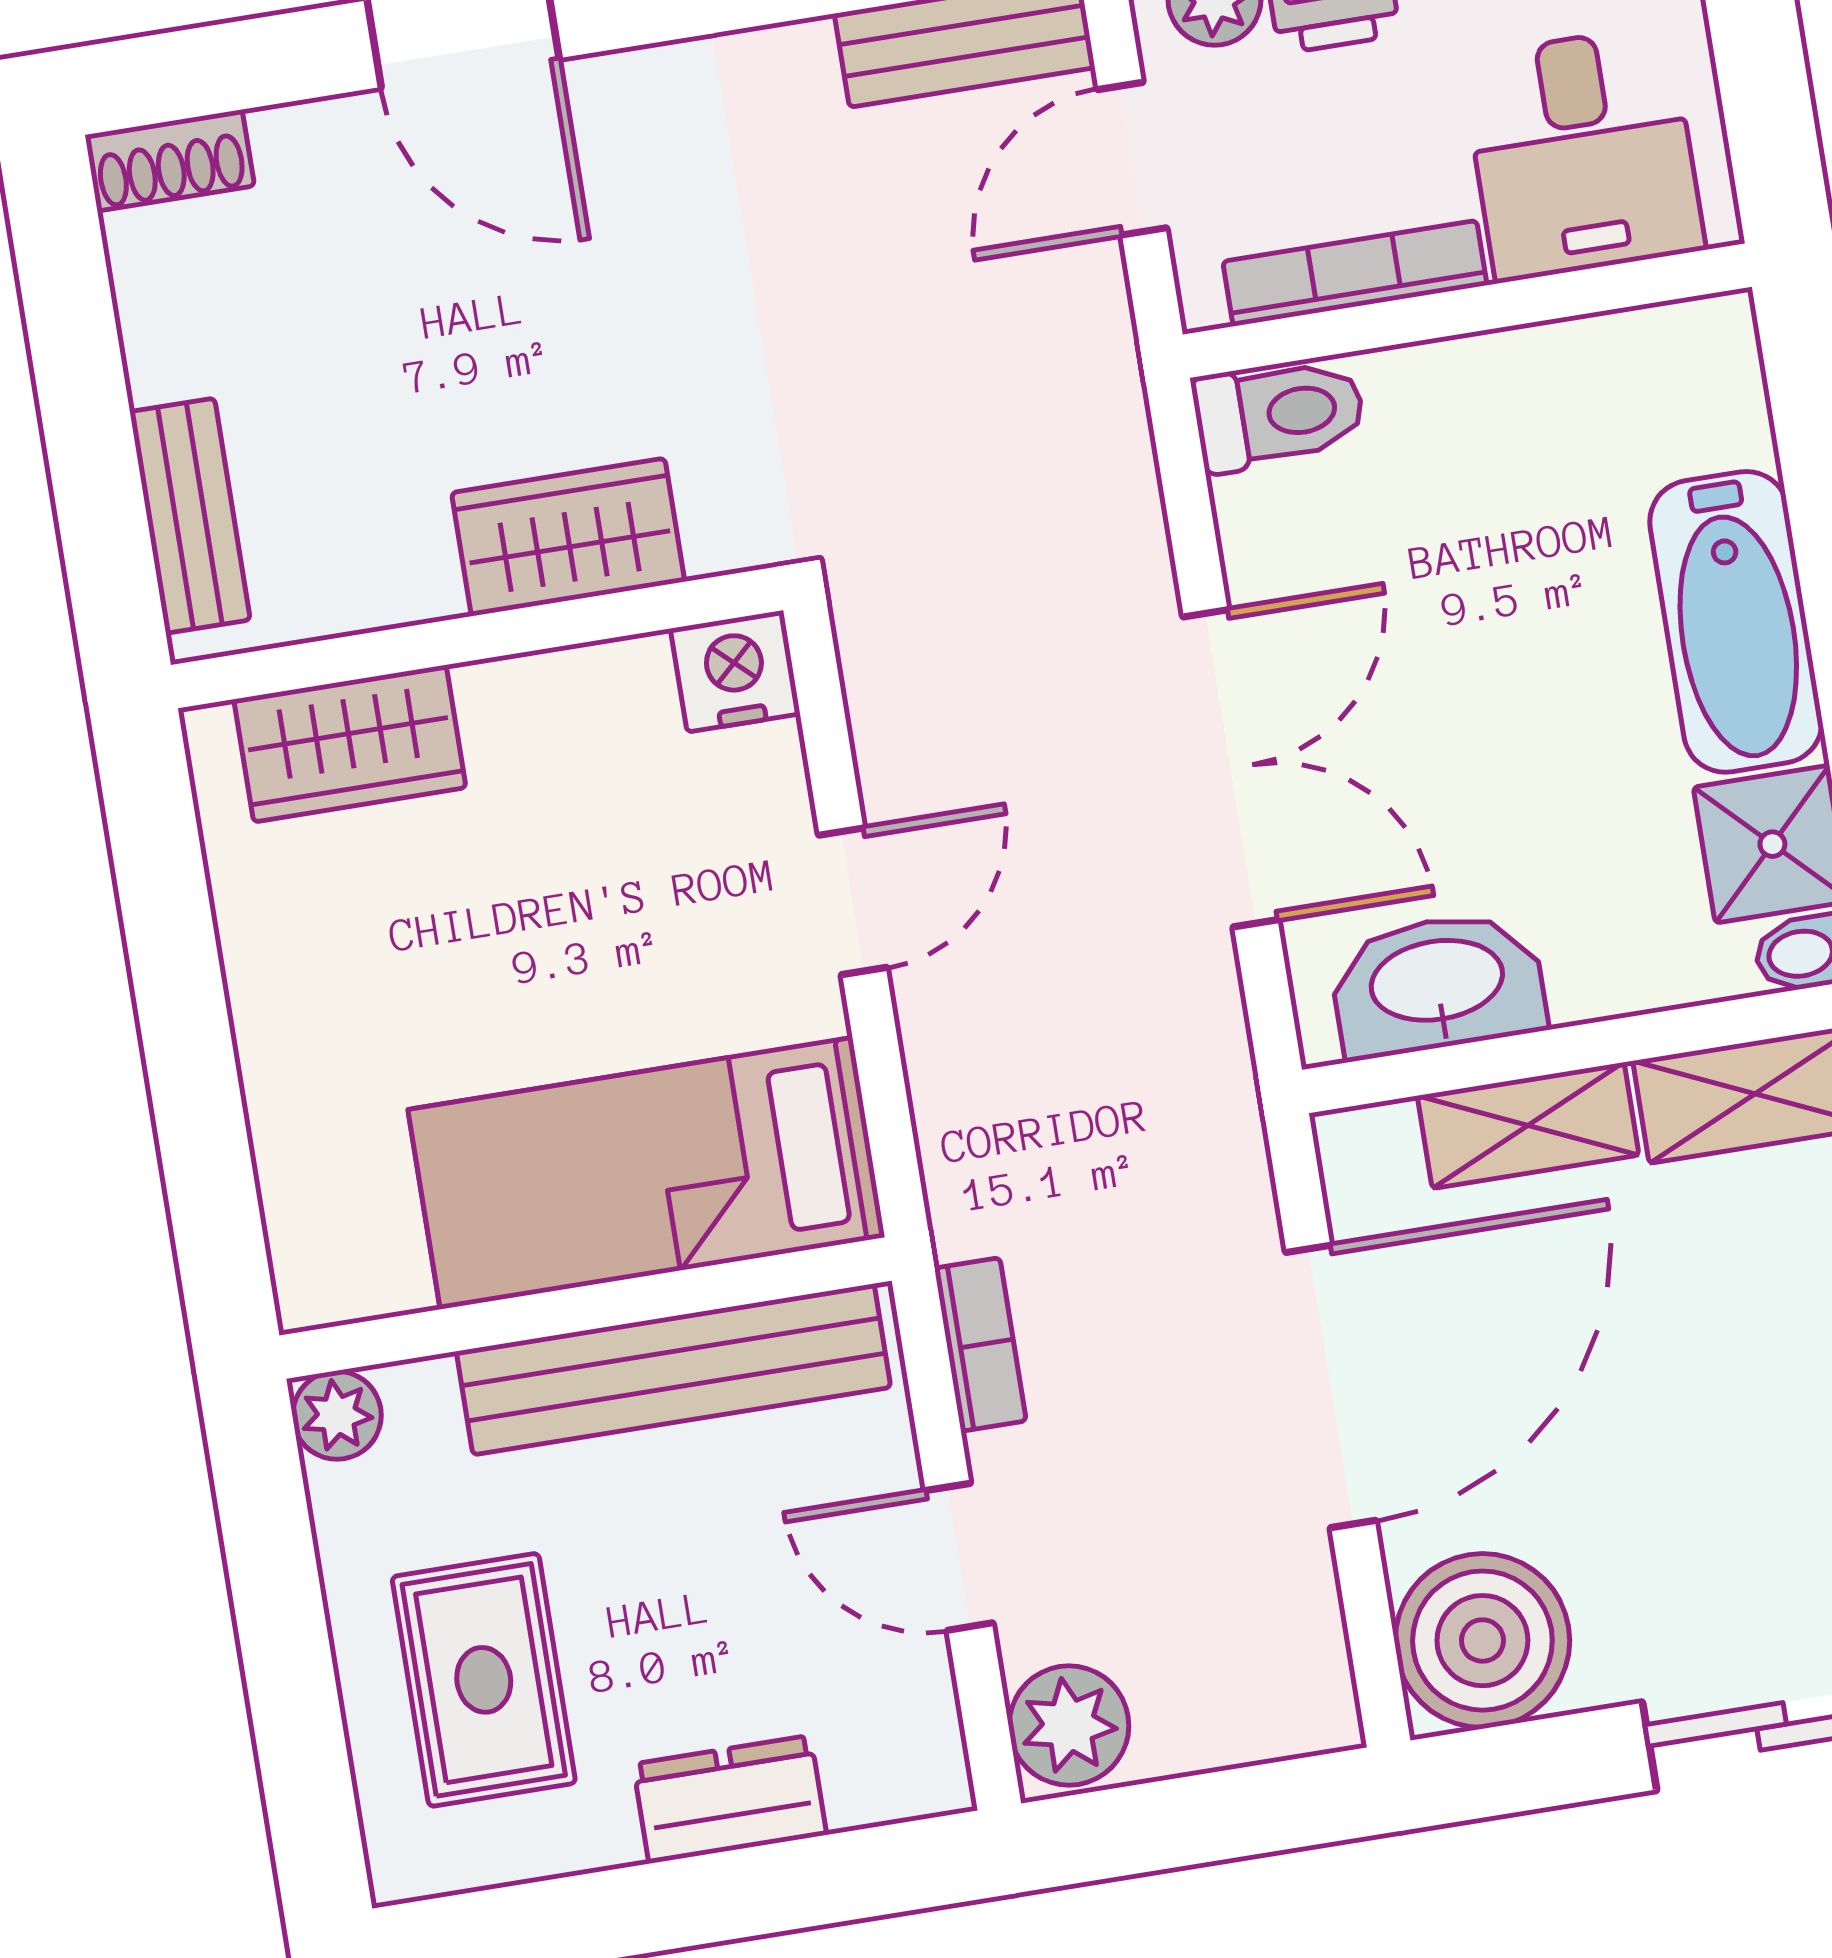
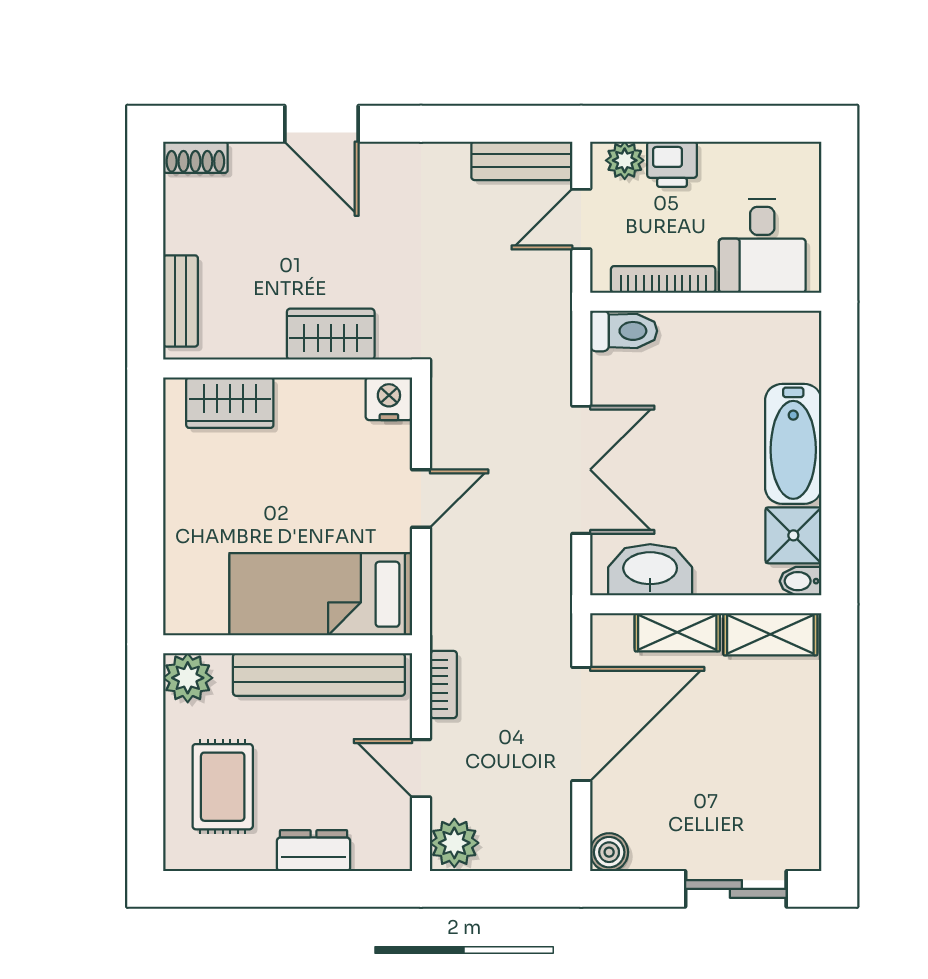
plant: (337, 1415) -> (188, 678), width x1.38, depth x1.38
boiler: (1482, 1641) -> (609, 852), width x0.54, depth x0.54

